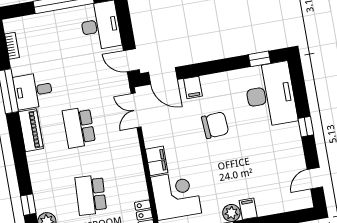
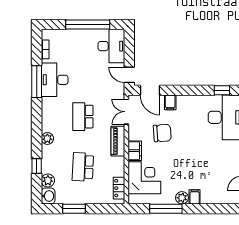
desk: (33, 91) -> (55, 80), width x1.37
chair: (215, 125) -> (162, 133), moved
piano: (31, 130) -> (118, 141), moved, turned 180
plant: (36, 165) -> (47, 138), added

